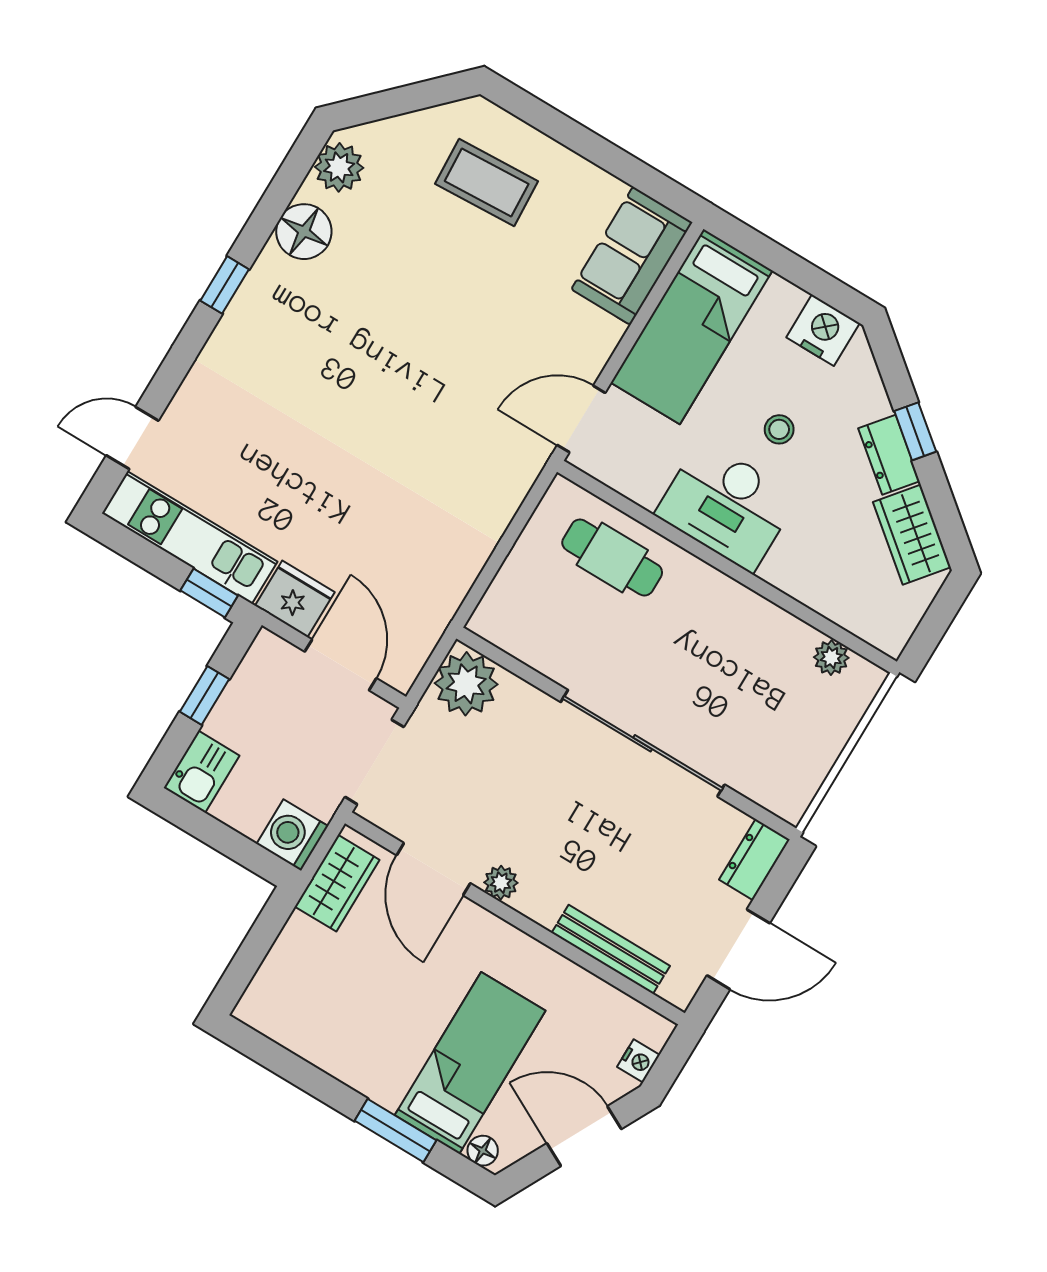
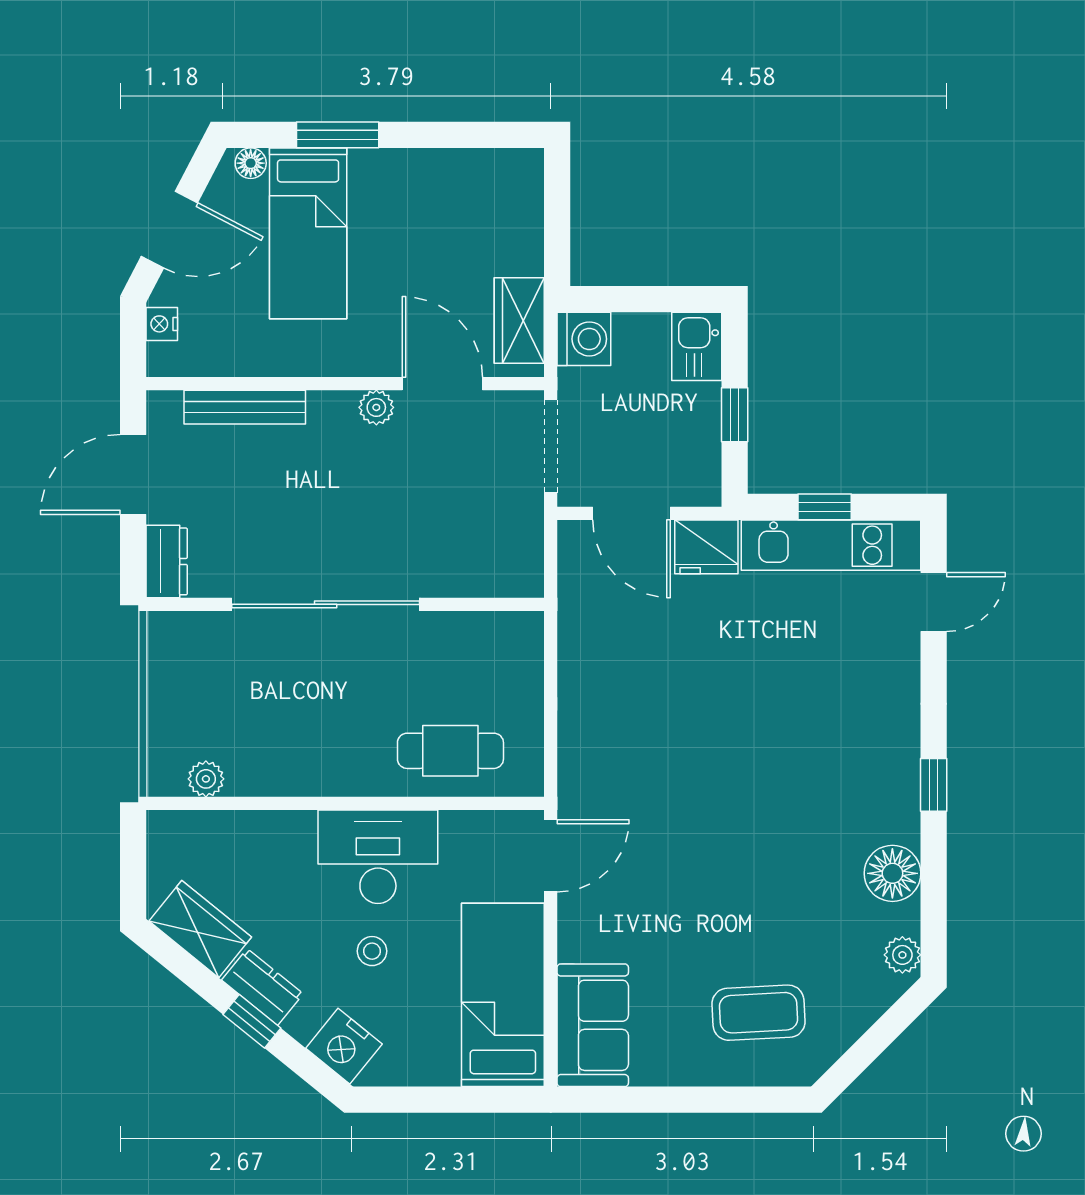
plant: (339, 167) -> (902, 955), width x0.73, depth x0.73
nightstand: (823, 330) -> (344, 1046), moved, turned 39
window: (209, 593) -> (825, 507), moved
plant: (466, 684) -> (512, 563), removed

